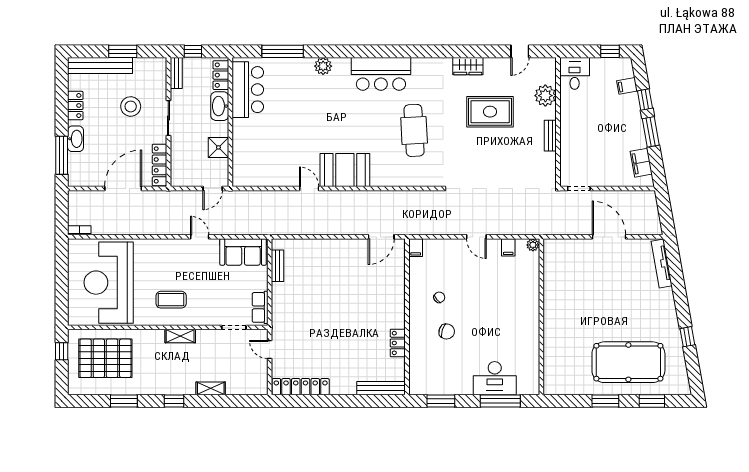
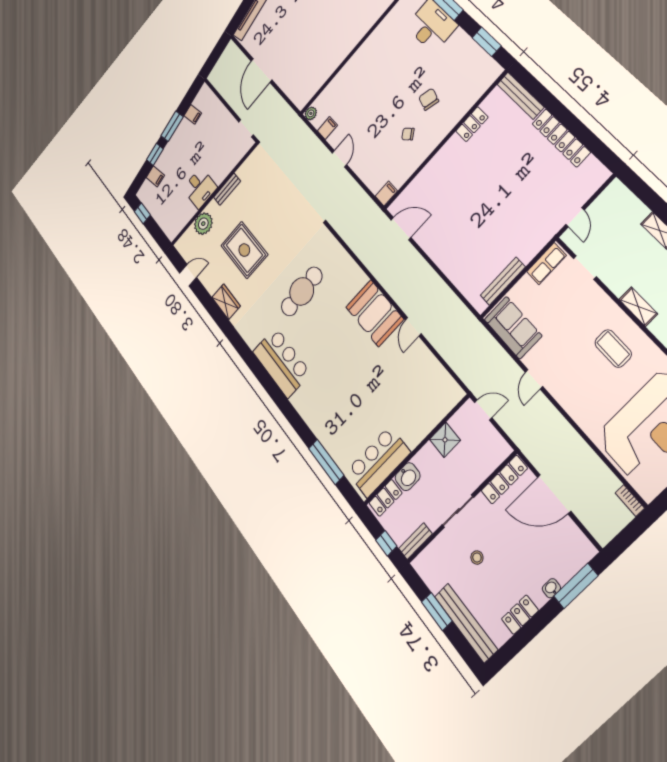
plant: (323, 66) -> (311, 416), removed
desk: (575, 73) -> (200, 188), moved, turned -90
stool: (131, 106) -> (477, 558), width x0.53, depth x0.53
washbasin: (220, 106) -> (408, 477), width x0.72
washbasin: (76, 139) -> (551, 588), width x0.52, depth x0.69
filing cabinet: (641, 163) -> (193, 114), width x0.50
bench: (278, 266) -> (503, 281), width x1.36
locker: (301, 387) -> (561, 138), moved

